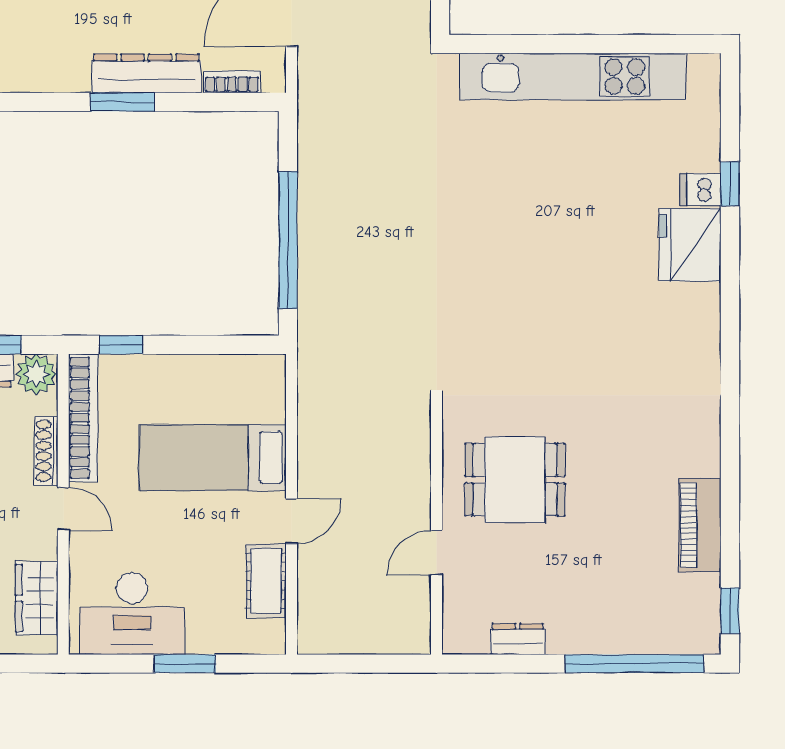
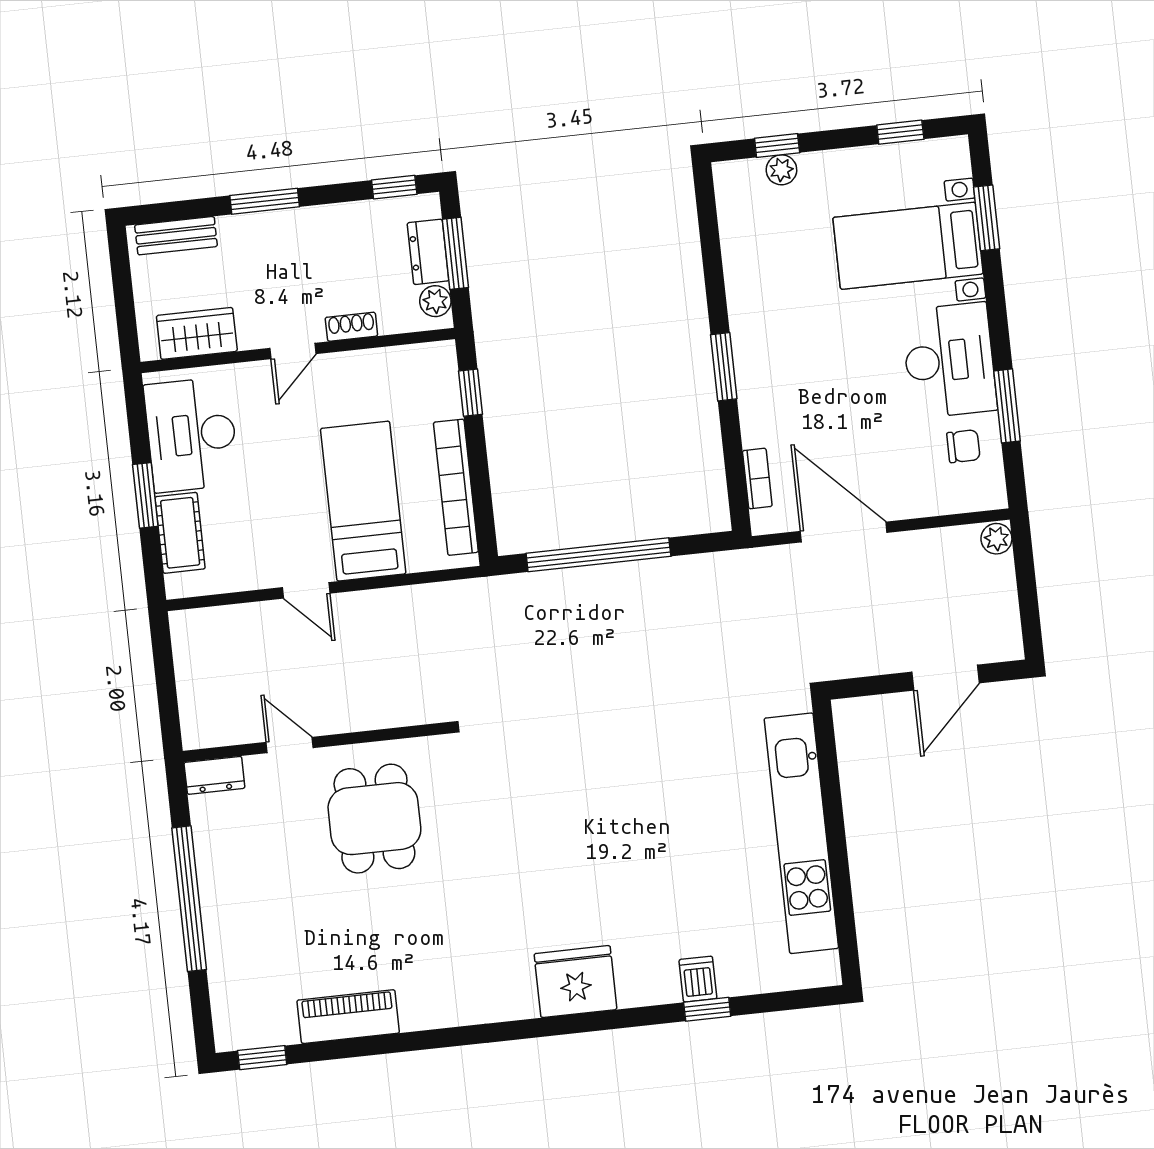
dresser: (146, 73) -> (756, 388), removed
fridge: (690, 245) -> (575, 982), moved
plant: (36, 374) -> (435, 301), width x0.73, depth x0.73
bookcase: (83, 418) -> (456, 487), moved, turned 90
shoe rack: (46, 451) -> (351, 327), width x0.70
cot: (266, 581) -> (180, 533), moved, turned 90
dresser: (518, 639) -> (214, 775), moved, turned 90
window: (634, 664) -> (189, 899), moved

